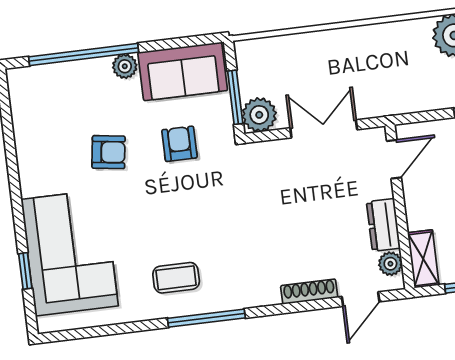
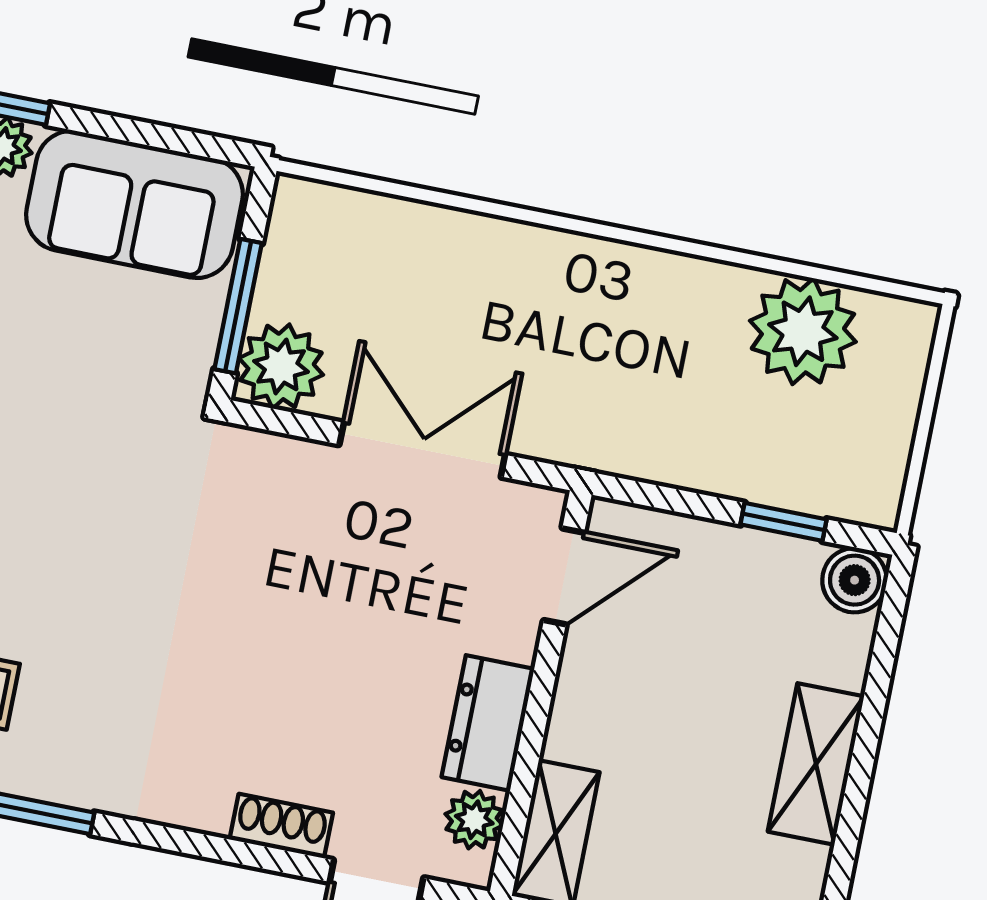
armchair: (179, 144) -> (70, 373), removed
shoe rack: (309, 292) -> (281, 826), width x0.70

